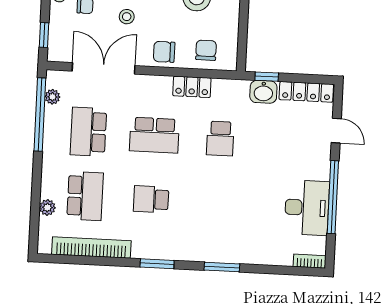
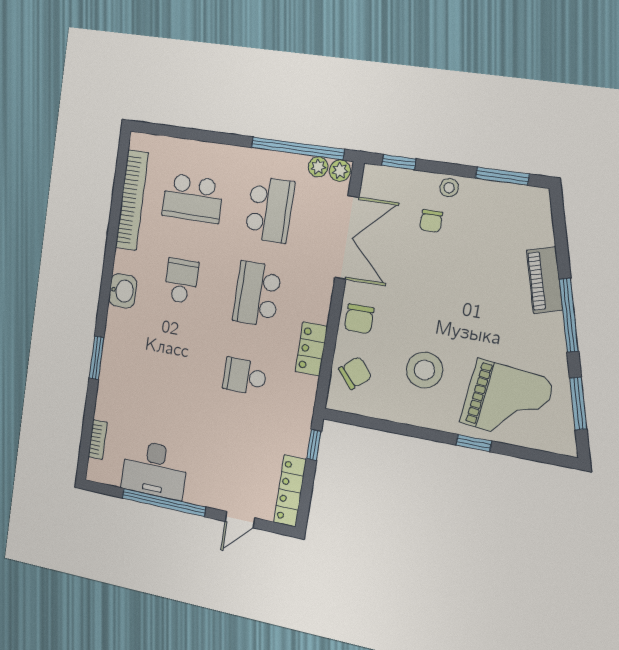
stool: (127, 17) -> (410, 275), removed
chair: (206, 50) -> (355, 373), turned -41
chair: (164, 52) -> (359, 319), turned 180
washbasin: (263, 92) -> (123, 291), moved, turned 180
school desk: (88, 132) -> (270, 210), turned 90
plant: (47, 207) -> (340, 171), moved
bookcase: (310, 261) -> (98, 440), moved
window: (157, 264) -> (107, 280), removed

